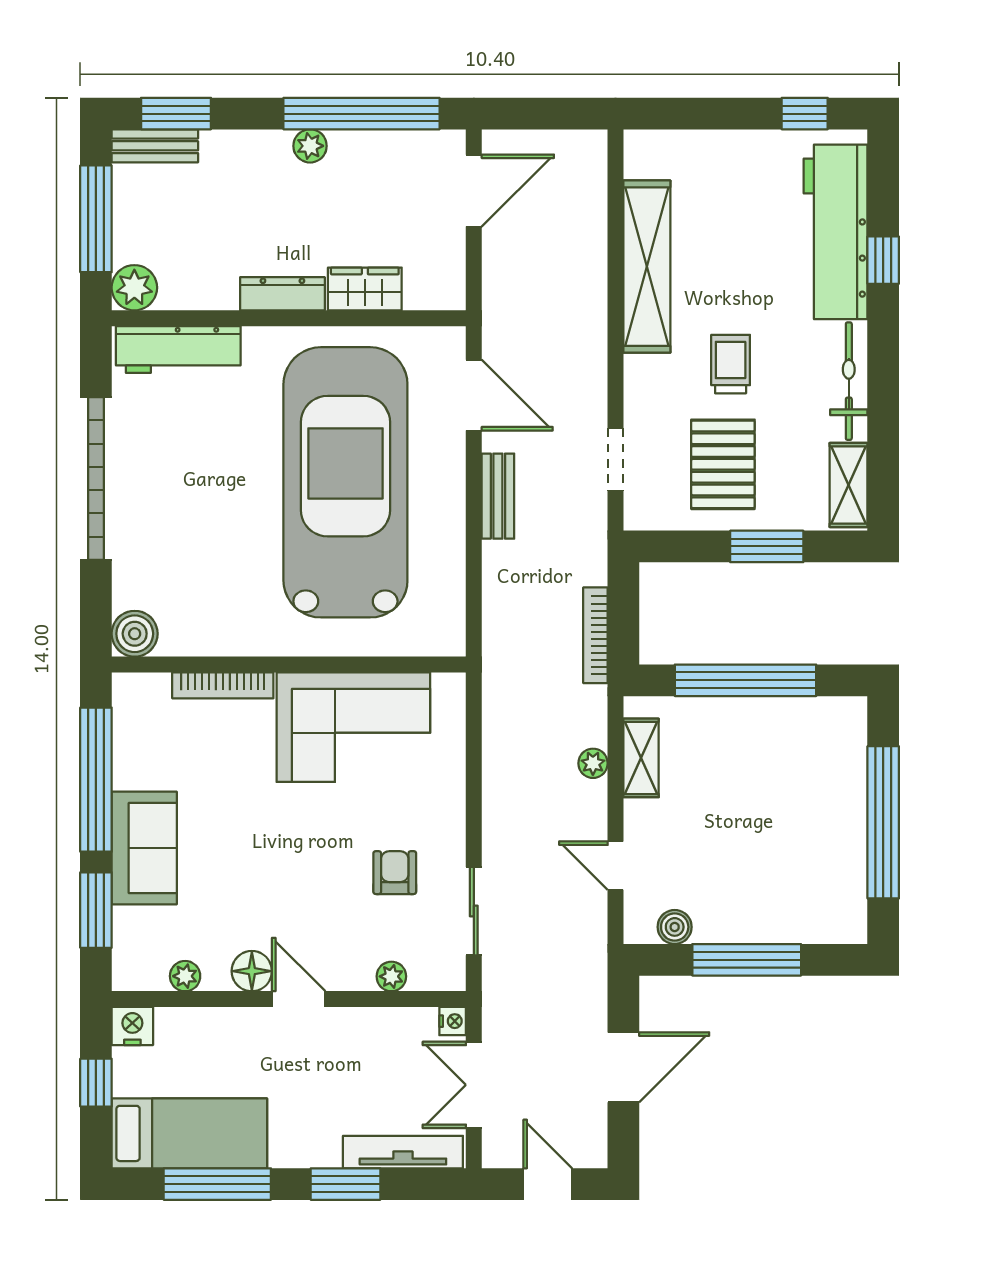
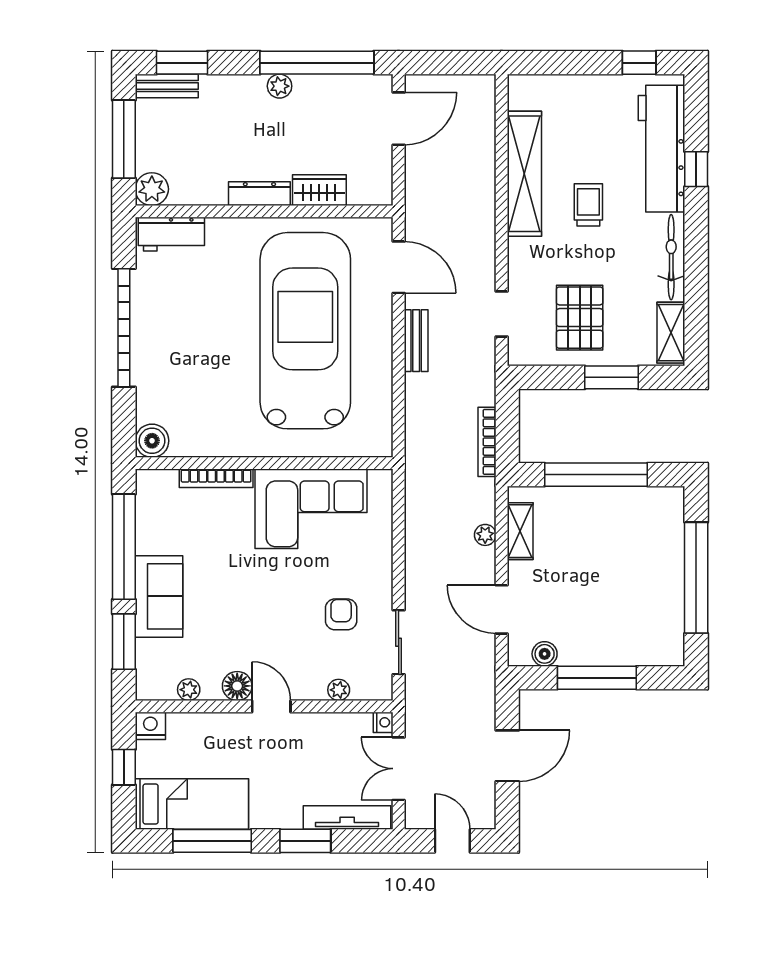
workbench: (178, 349) -> (171, 234), width x0.73
trolley: (731, 364) -> (588, 205), moved
door: (615, 866) -> (502, 609), width x1.38

